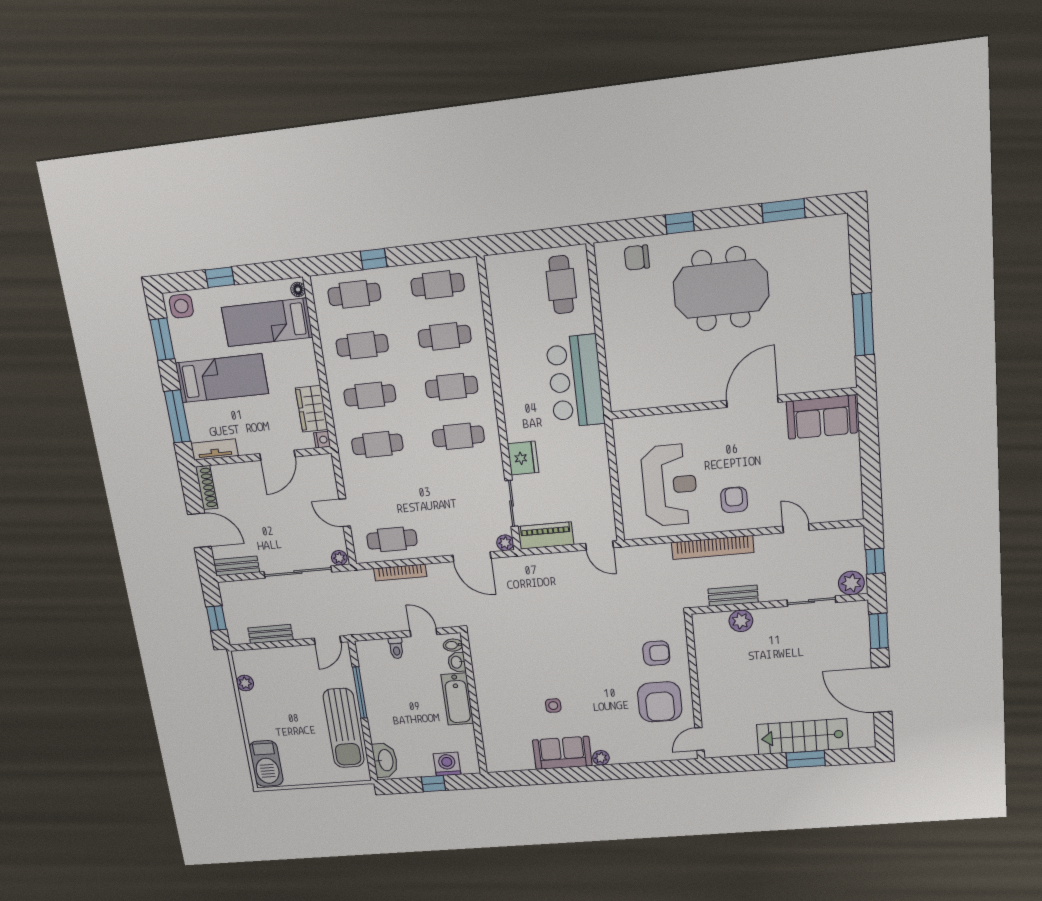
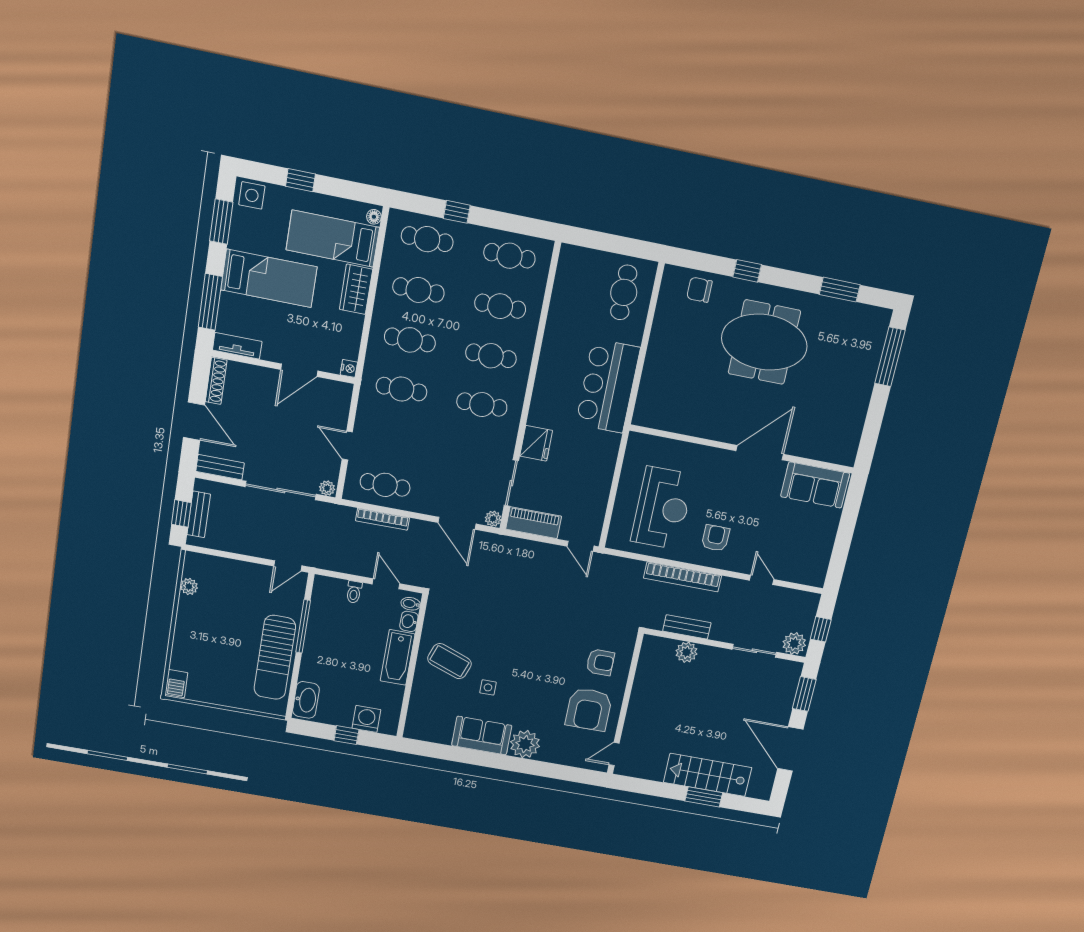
window: (863, 324) -> (890, 357), moved
wardrobe: (312, 409) -> (356, 289), moved
bench: (271, 634) -> (199, 514), moved, turned 90
coffee table: (508, 690) -> (449, 661), added
plant: (601, 758) -> (525, 744), width x1.87, depth x1.87
barbecue: (266, 764) -> (176, 684), width x0.53, depth x0.65

